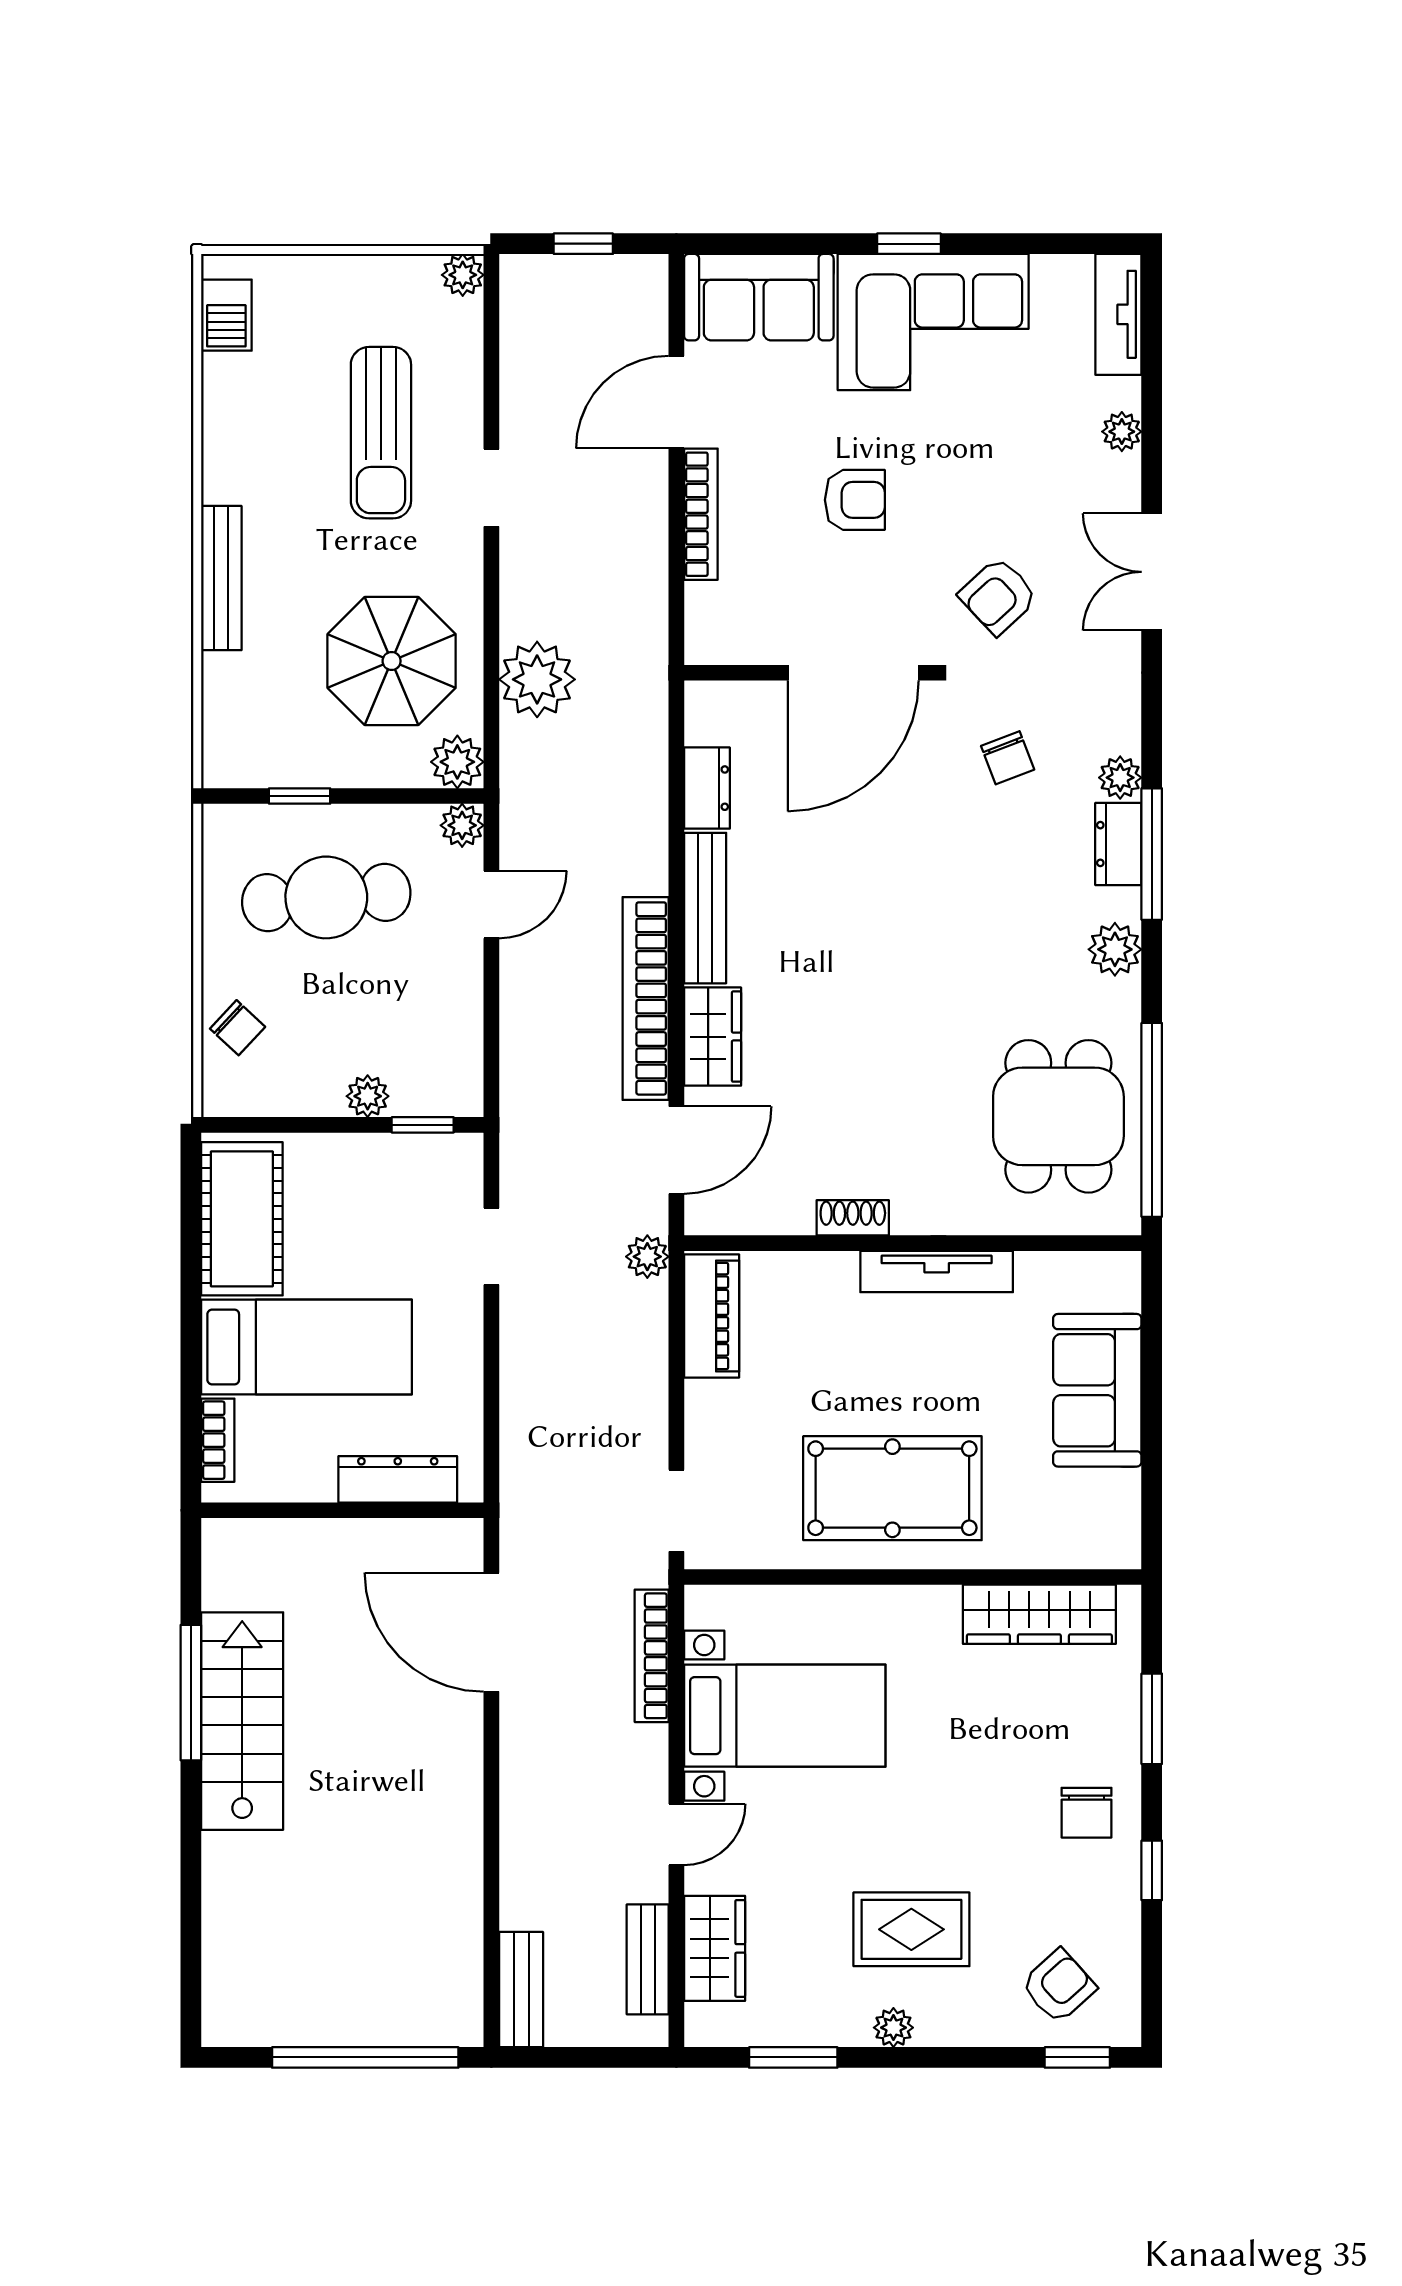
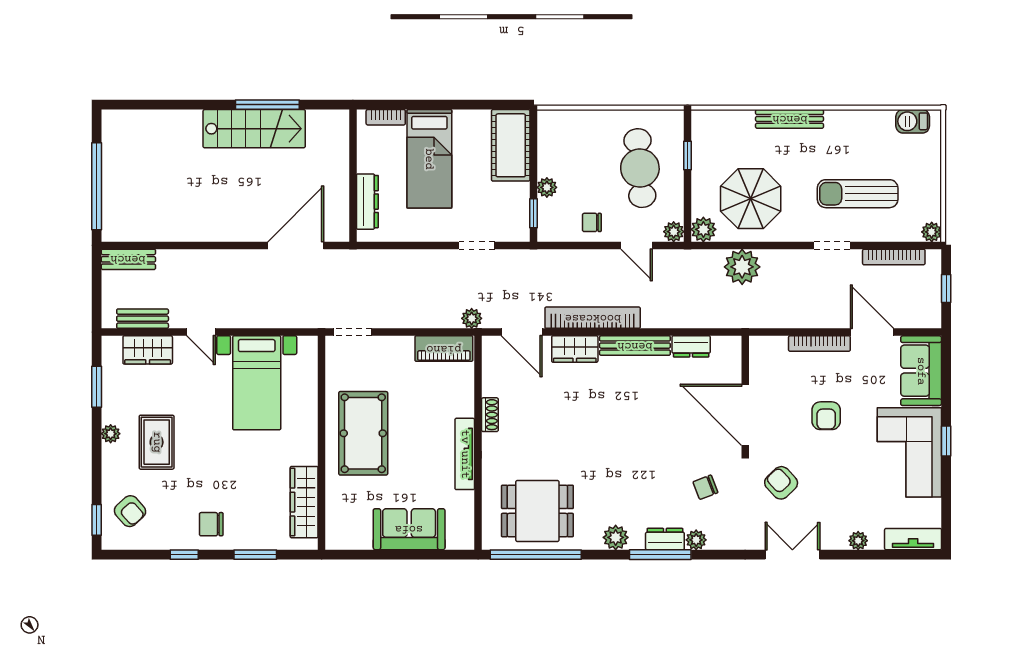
chair: (238, 1028) -> (592, 222), moved, turned 47
cot: (242, 1219) -> (511, 145), moved, turned 90
bookcase: (652, 1656) -> (894, 257), moved, turned 180

